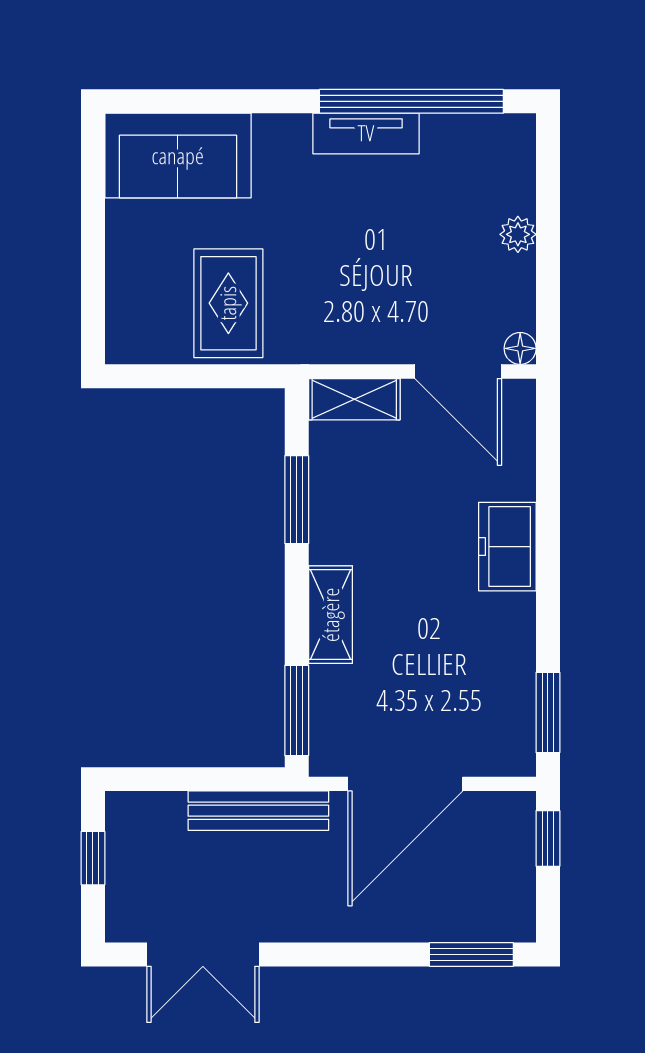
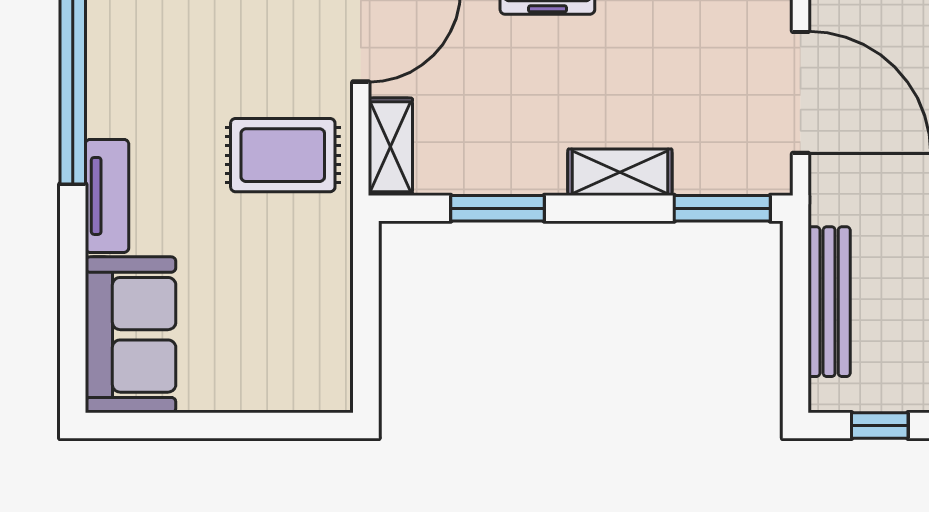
tv unit: (366, 133) -> (107, 196), moved
rug: (228, 303) -> (283, 155), moved
bench: (258, 811) -> (829, 302), moved

